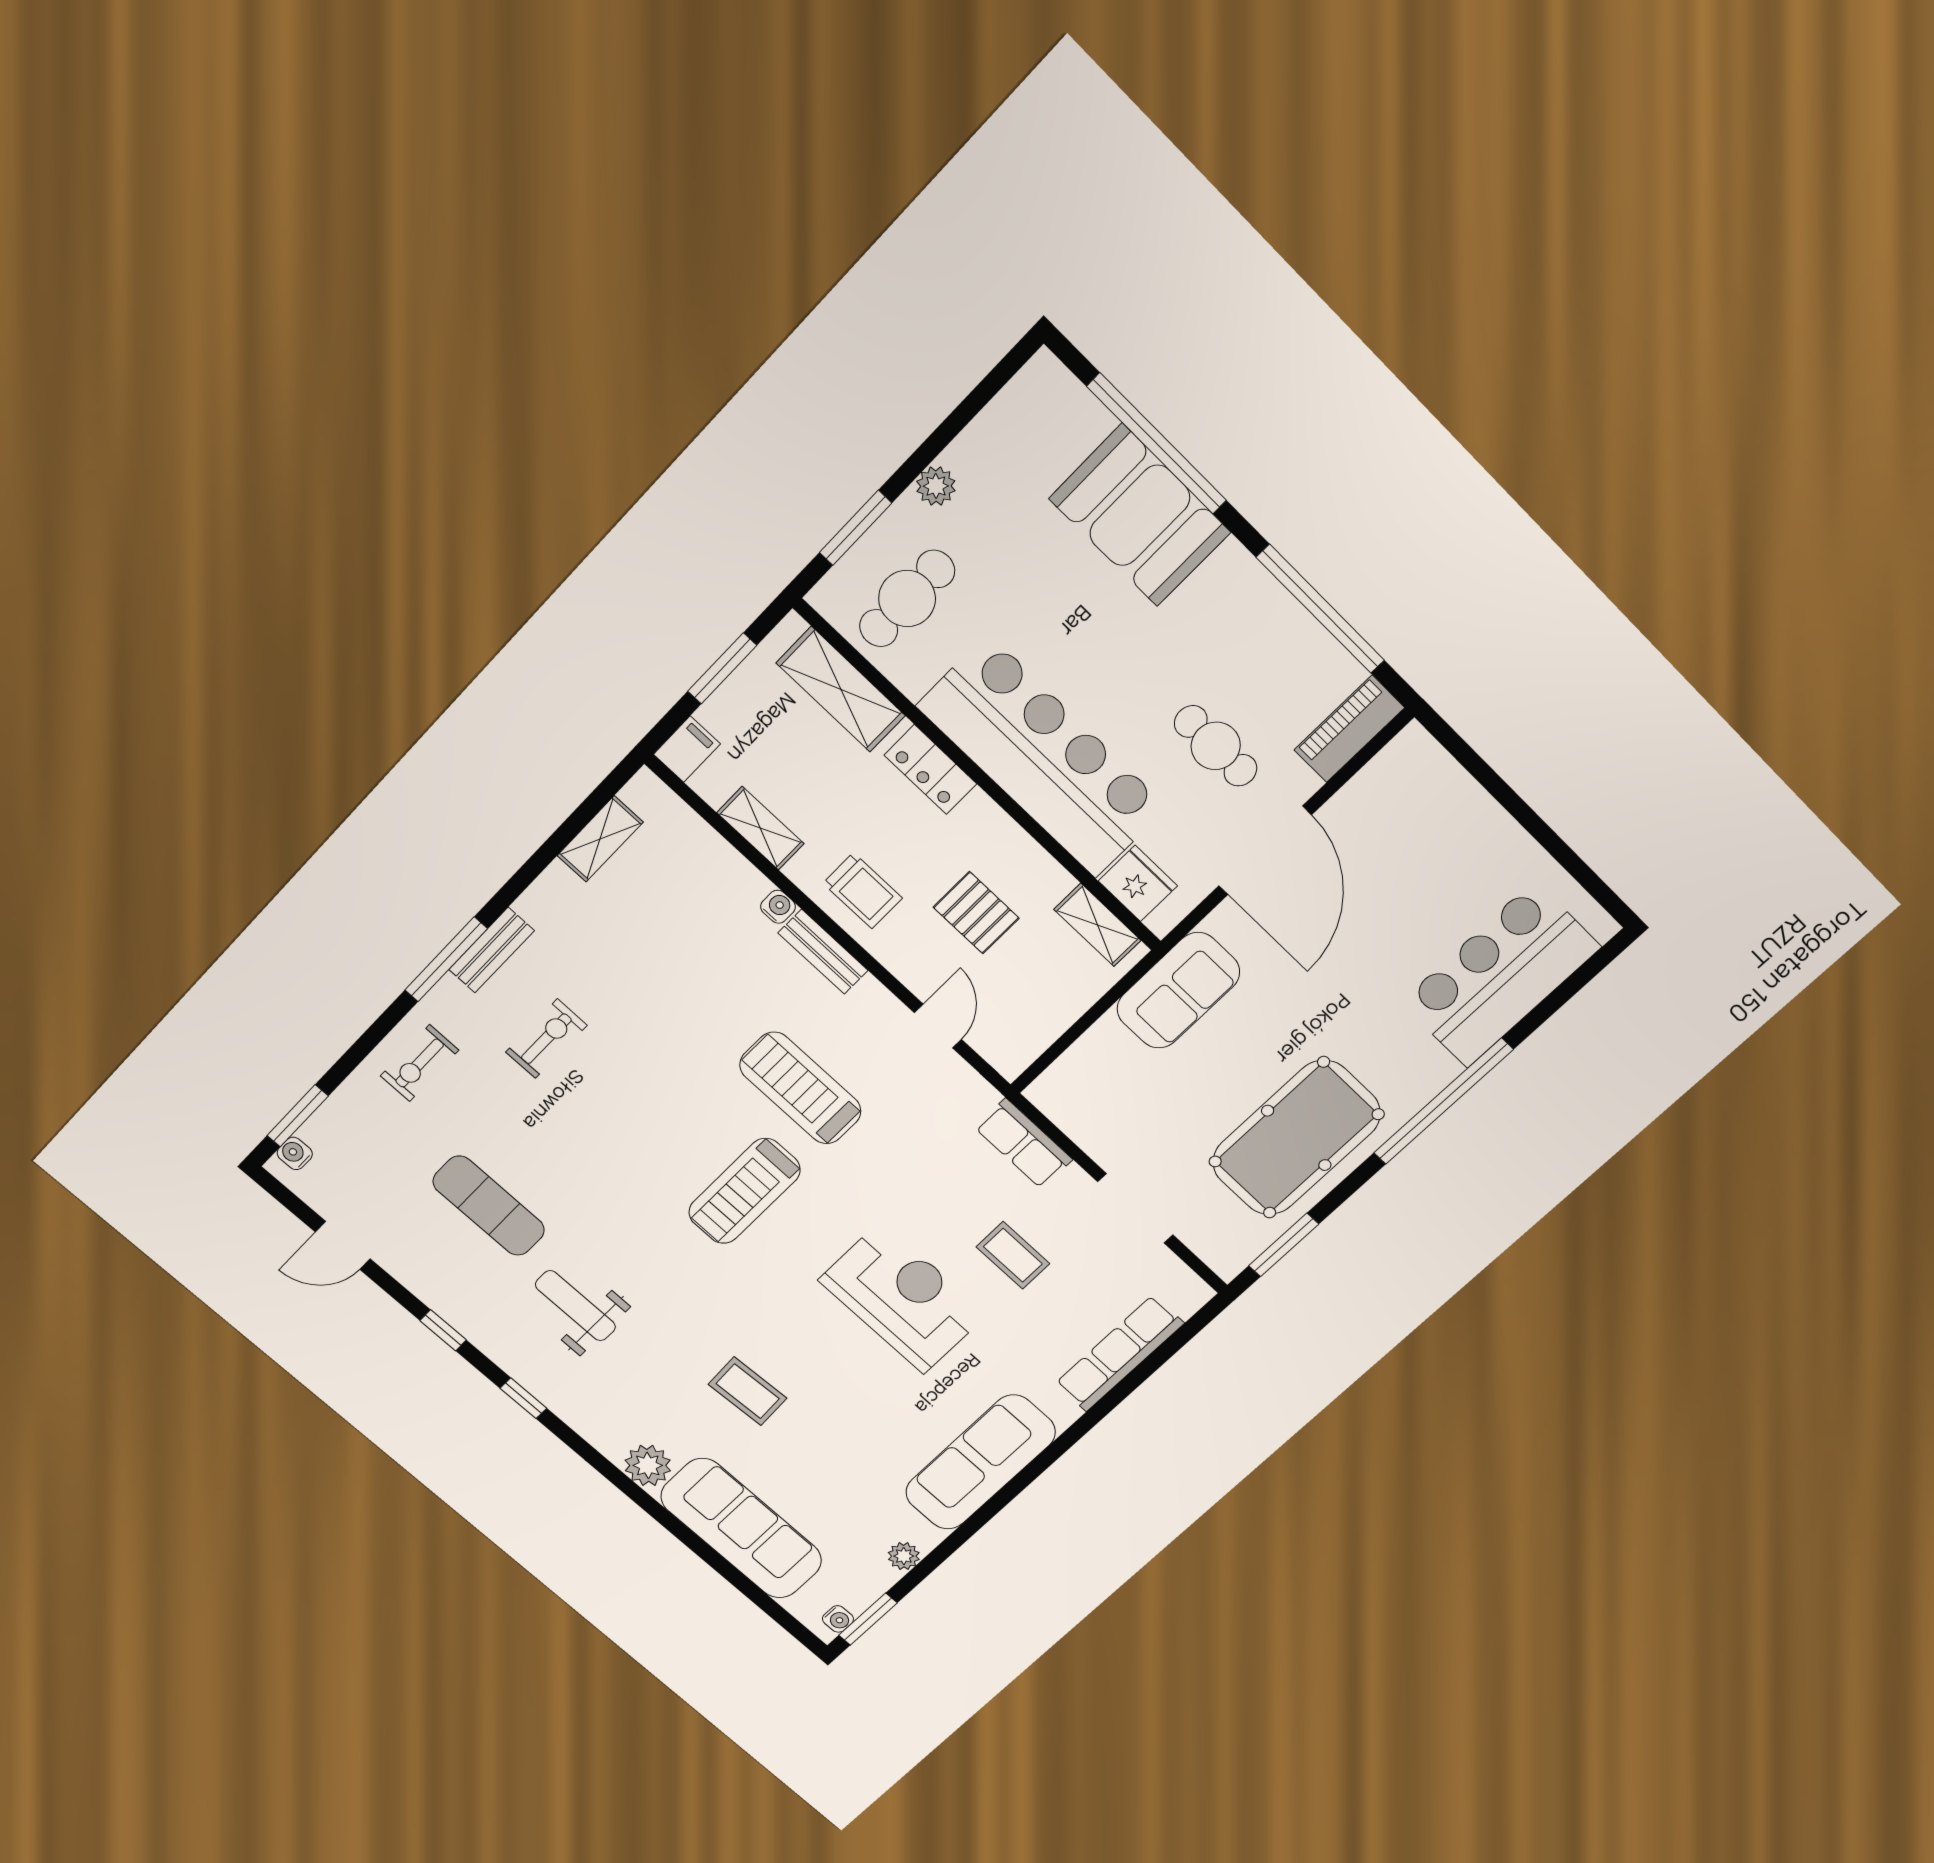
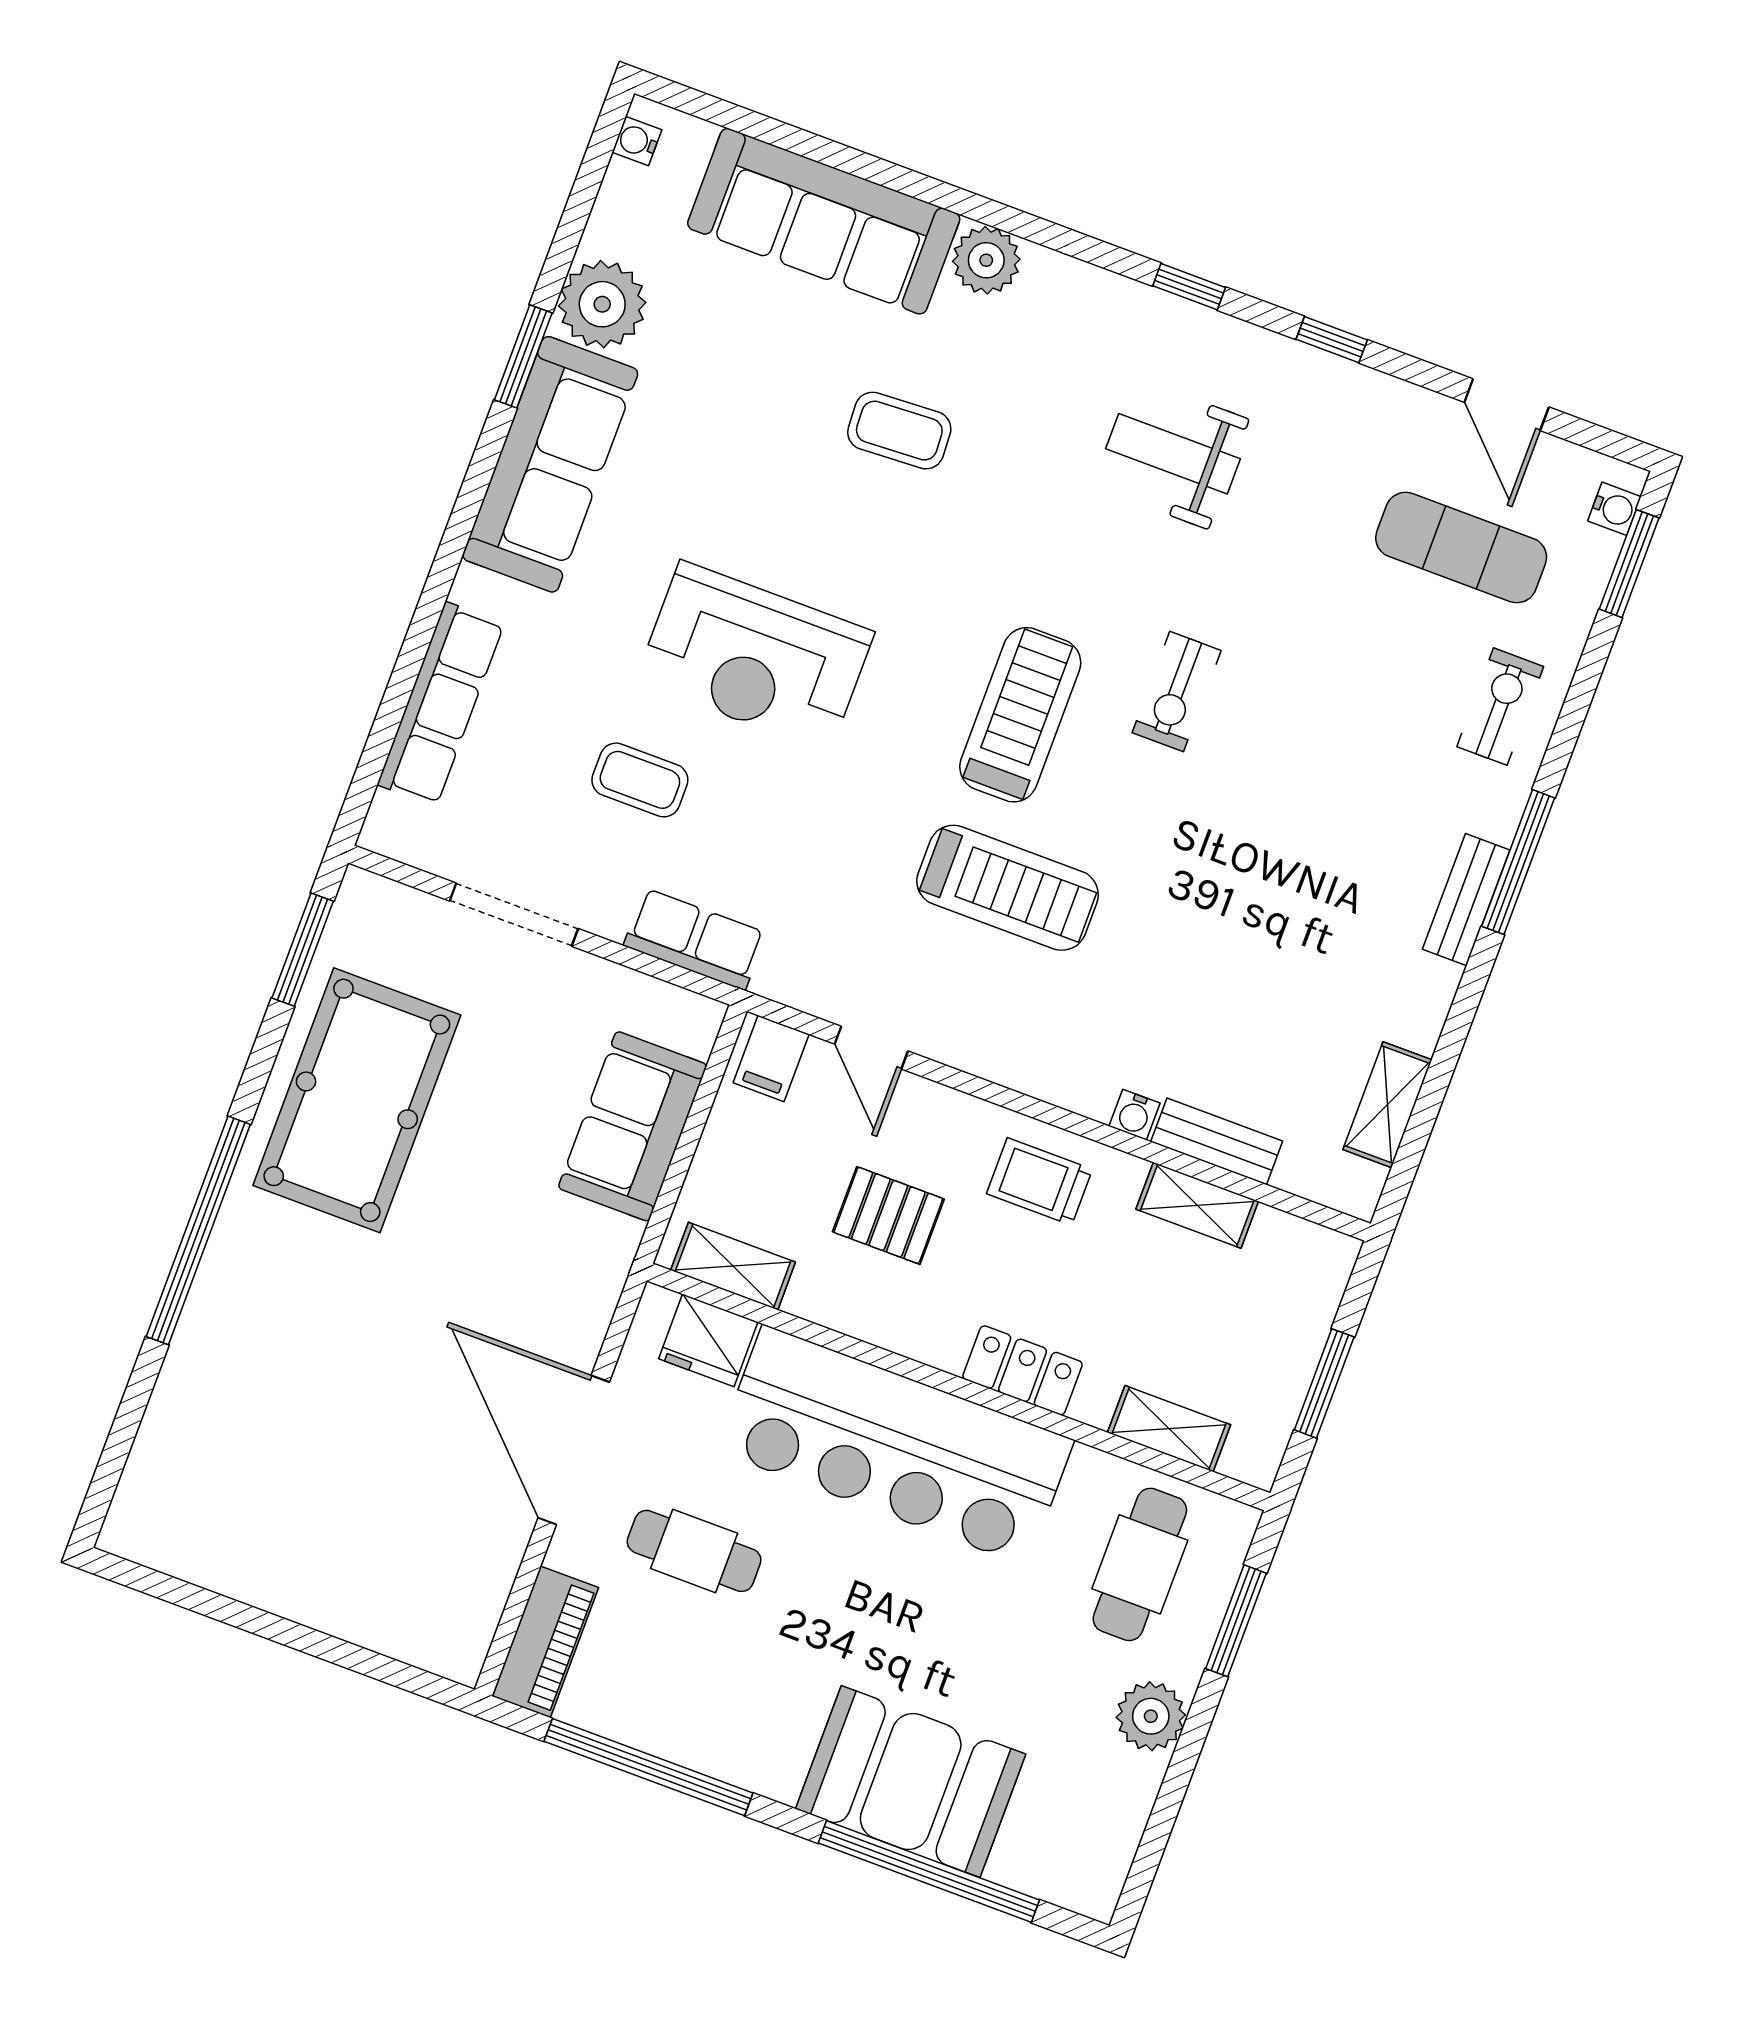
plant: (936, 486) -> (1151, 1716), width x1.38, depth x1.38
shelving: (841, 689) -> (1169, 1429), width x0.67, depth x0.75
filing cabinet: (687, 749) -> (771, 1058), moved
bench: (823, 952) -> (1217, 1141), moved
bar counter: (1500, 975) -> (211, 1423), removed
sofa: (1178, 991) -> (633, 1126), moved
exercise bike: (546, 1039) -> (1177, 692), moved
exercise mat: (489, 1206) -> (1461, 548), moved
door: (343, 1245) -> (1507, 405), swing flipped
weight bench: (575, 1306) -> (1173, 454), turned 180
plant: (904, 1556) -> (602, 304), width x1.88, depth x1.88
window: (868, 1619) -> (523, 356), moved

